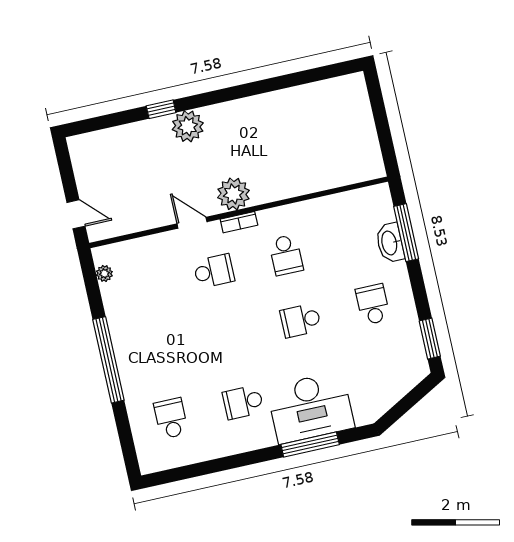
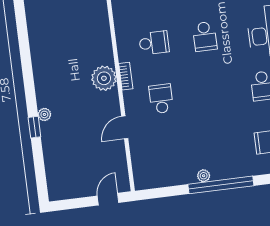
plant: (188, 126) -> (44, 114), width x0.53, depth x0.53
door: (192, 223) -> (125, 127), moved
plant: (104, 273) -> (204, 176), moved

